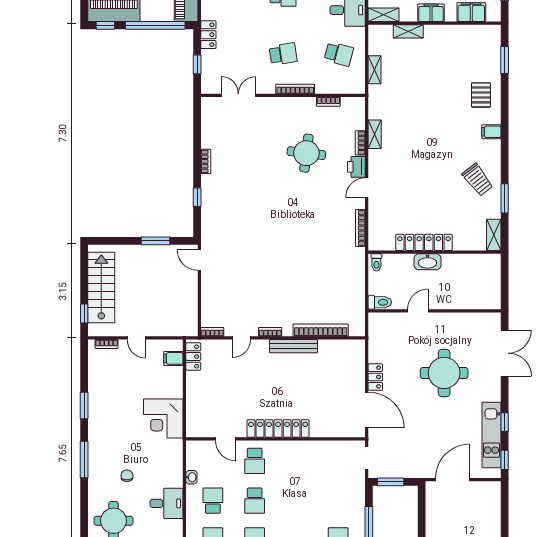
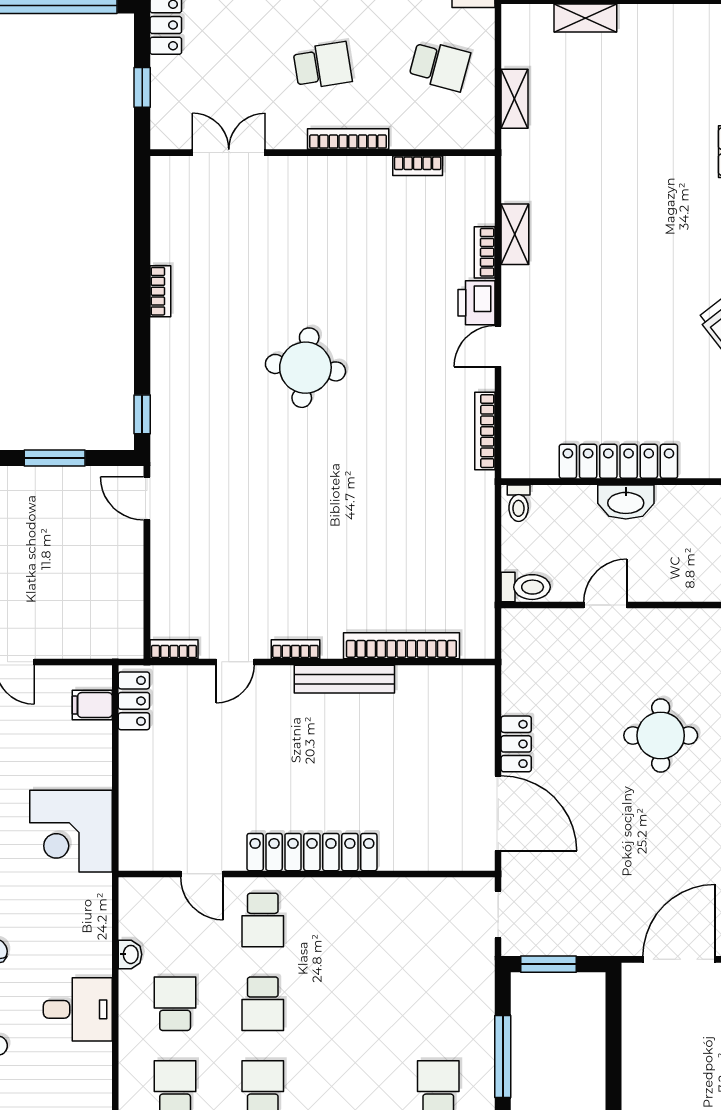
round table: (306, 153) -> (305, 368), moved
window: (197, 197) -> (142, 414), moved
round table: (444, 373) -> (661, 735), width x0.73, depth x0.73

